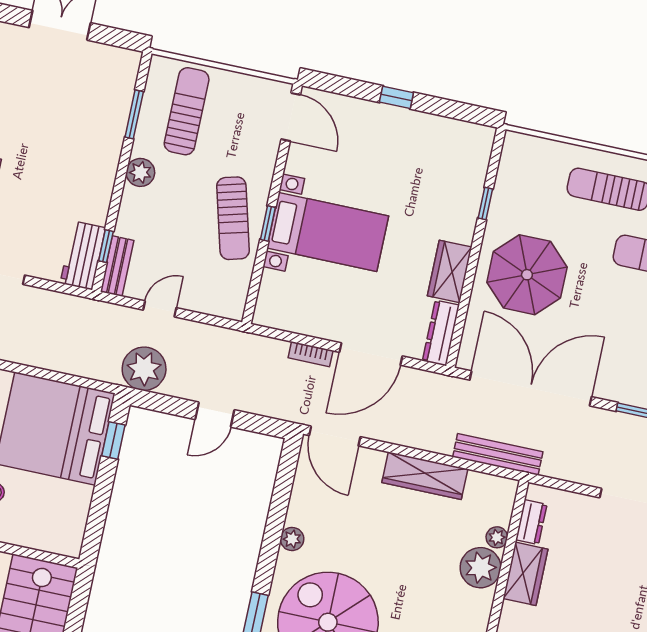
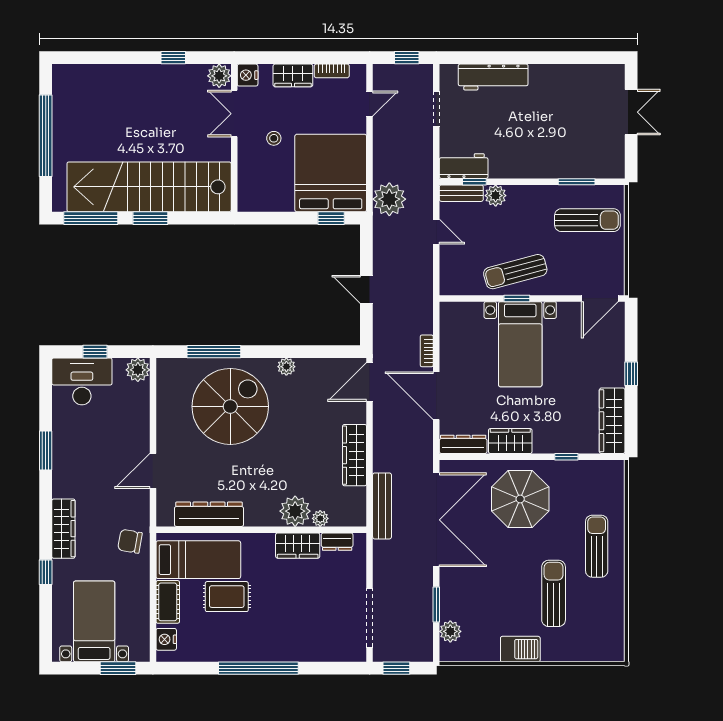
wardrobe: (452, 135) -> (612, 421), added
plant: (140, 172) -> (496, 196), moved
plant: (144, 369) -> (389, 199), moved

